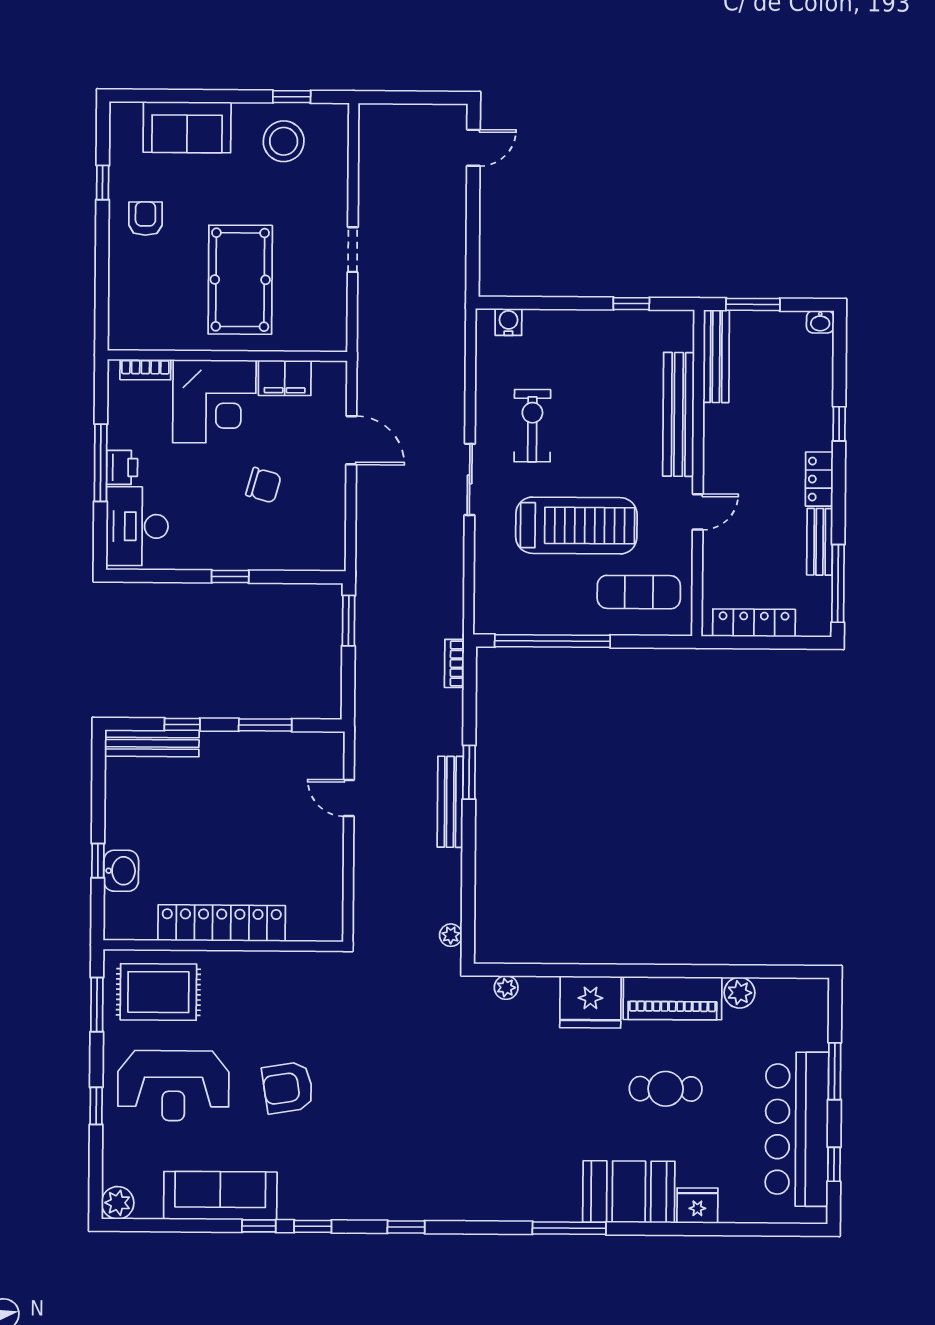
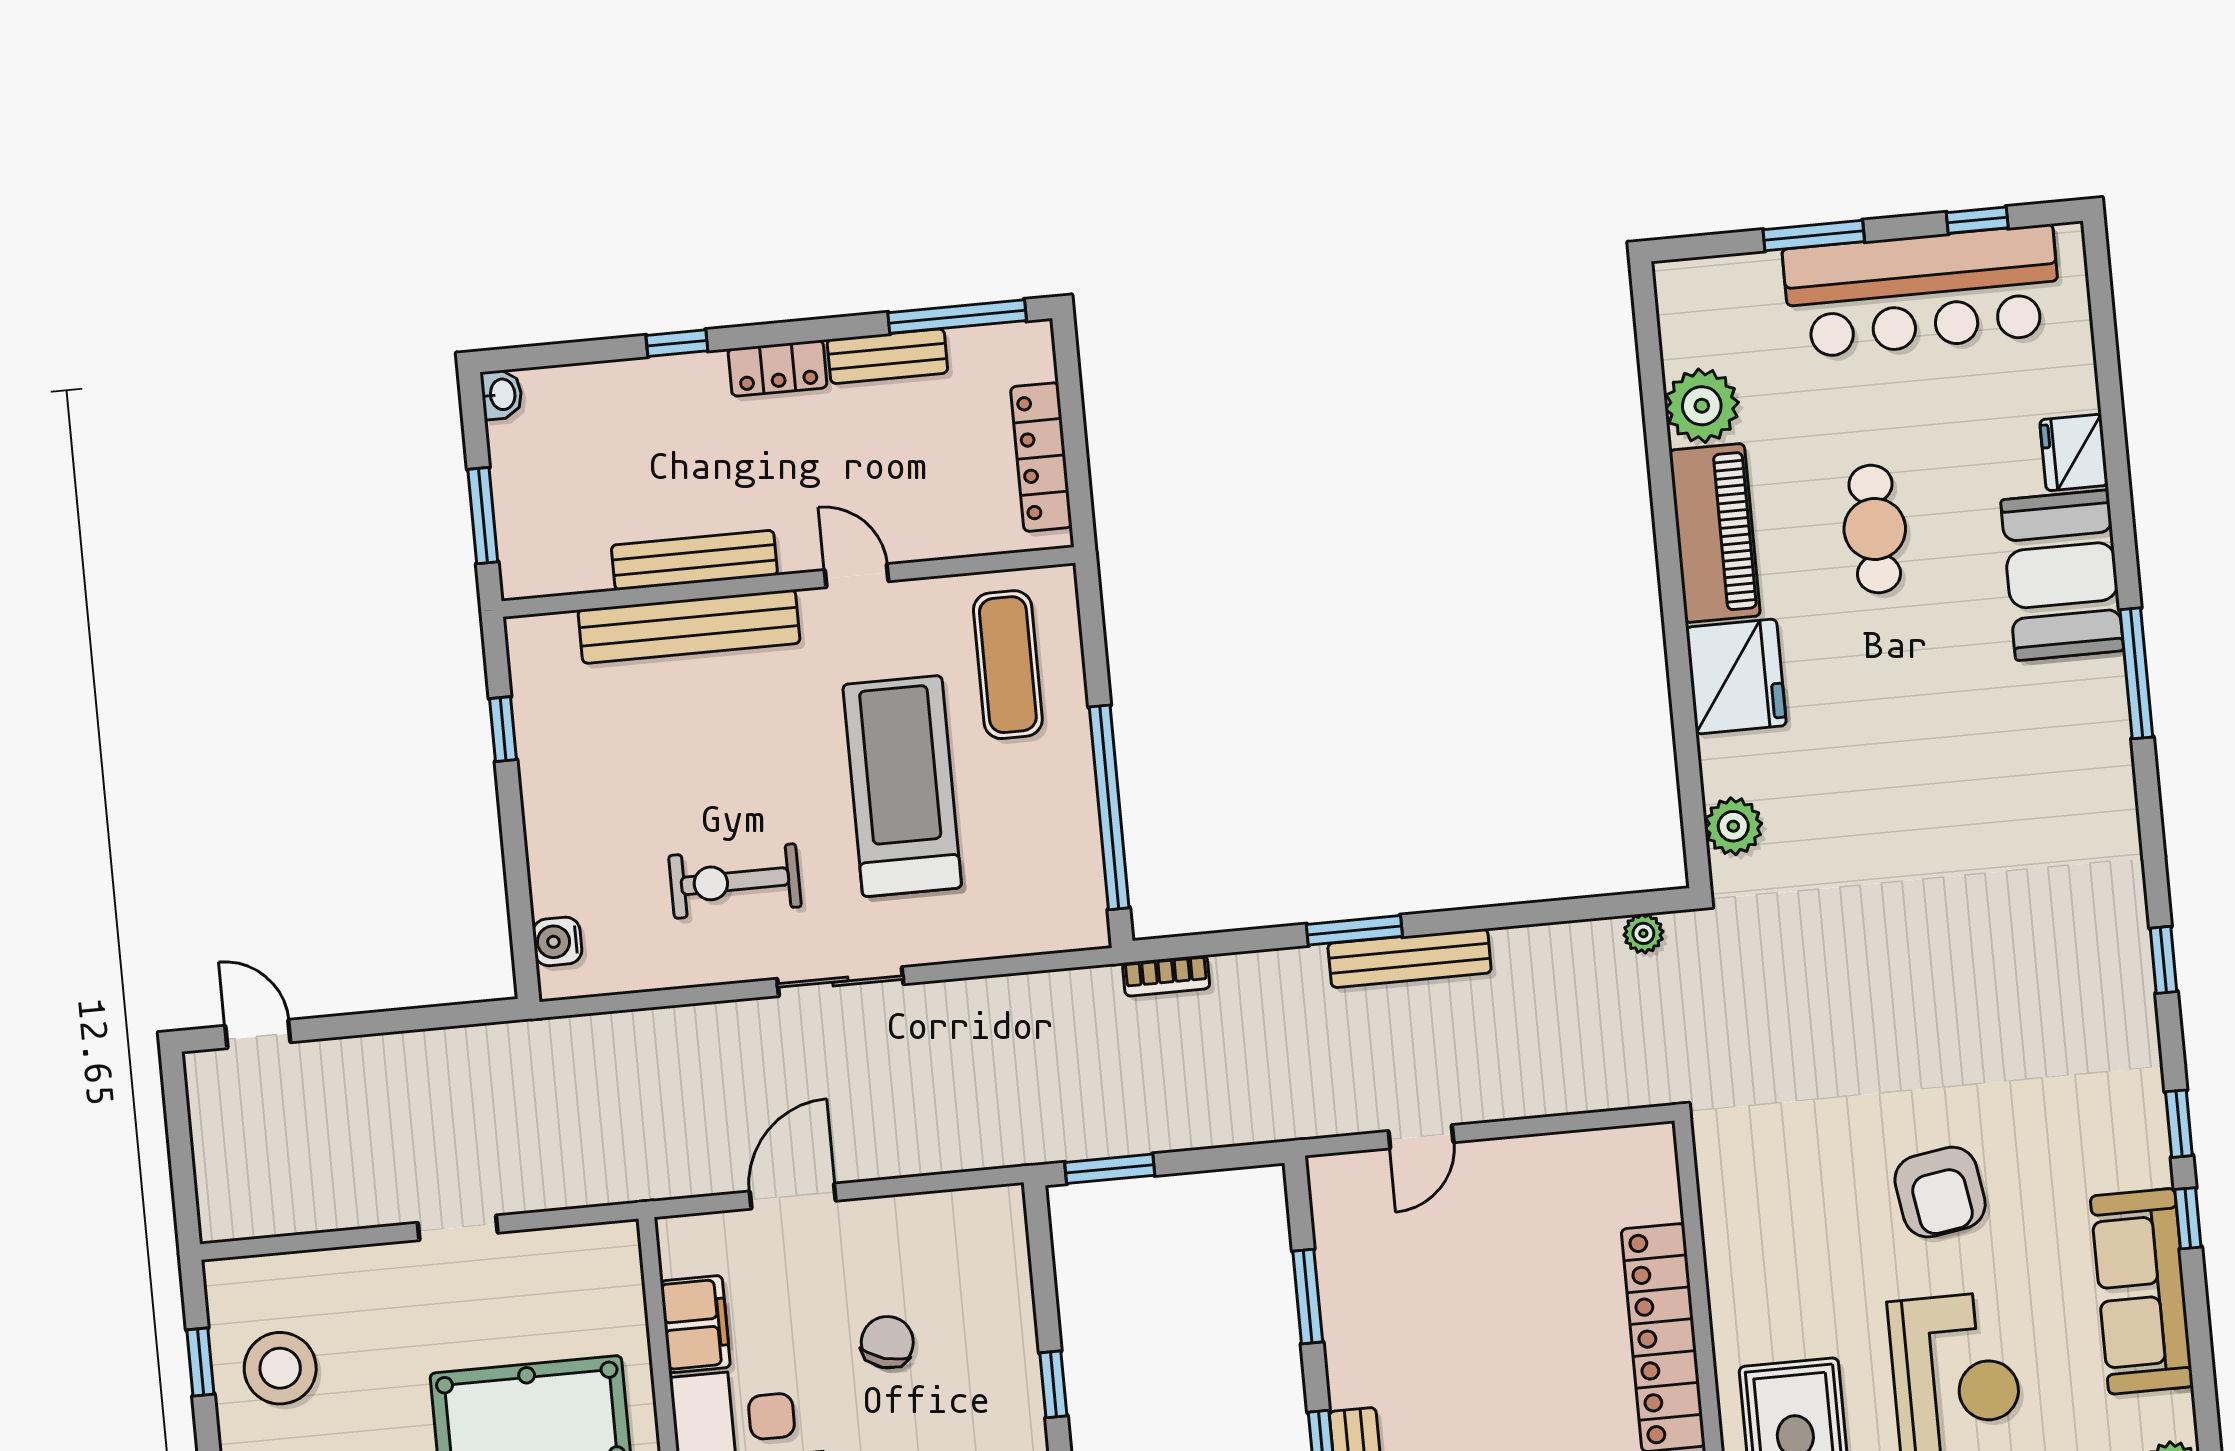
bench: (716, 356) -> (694, 560), moved
plant: (506, 988) -> (1733, 826), width x1.38, depth x1.38
plant: (740, 993) -> (1702, 406), width x1.36, depth x1.36

